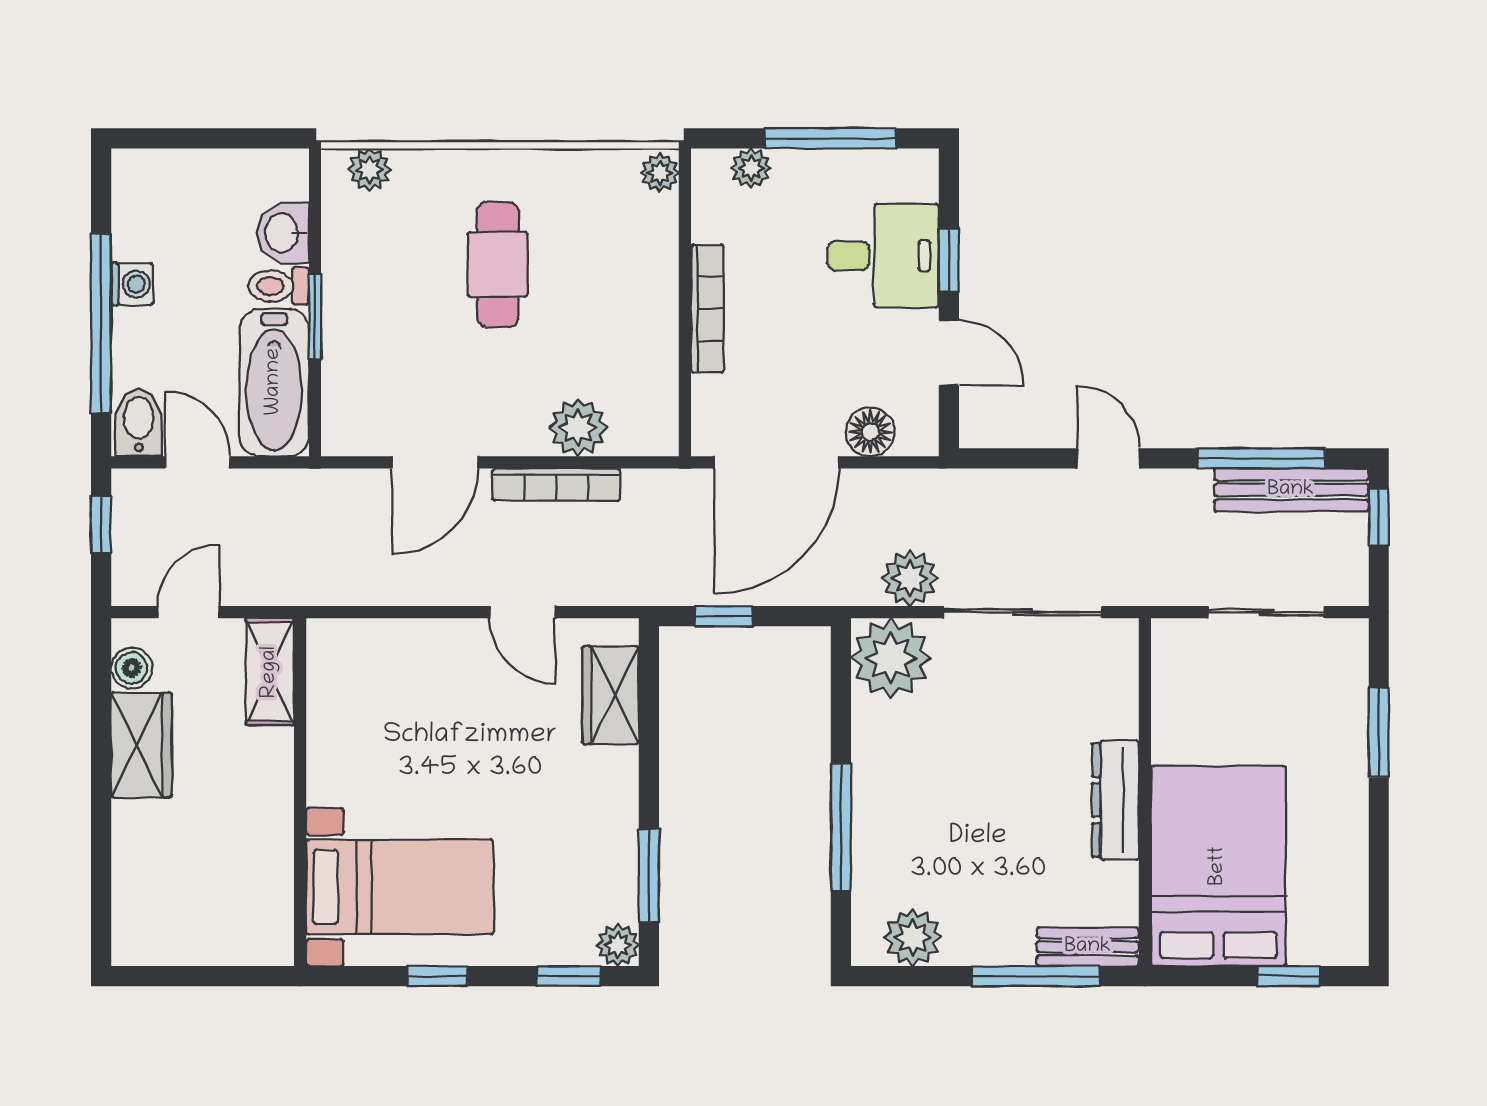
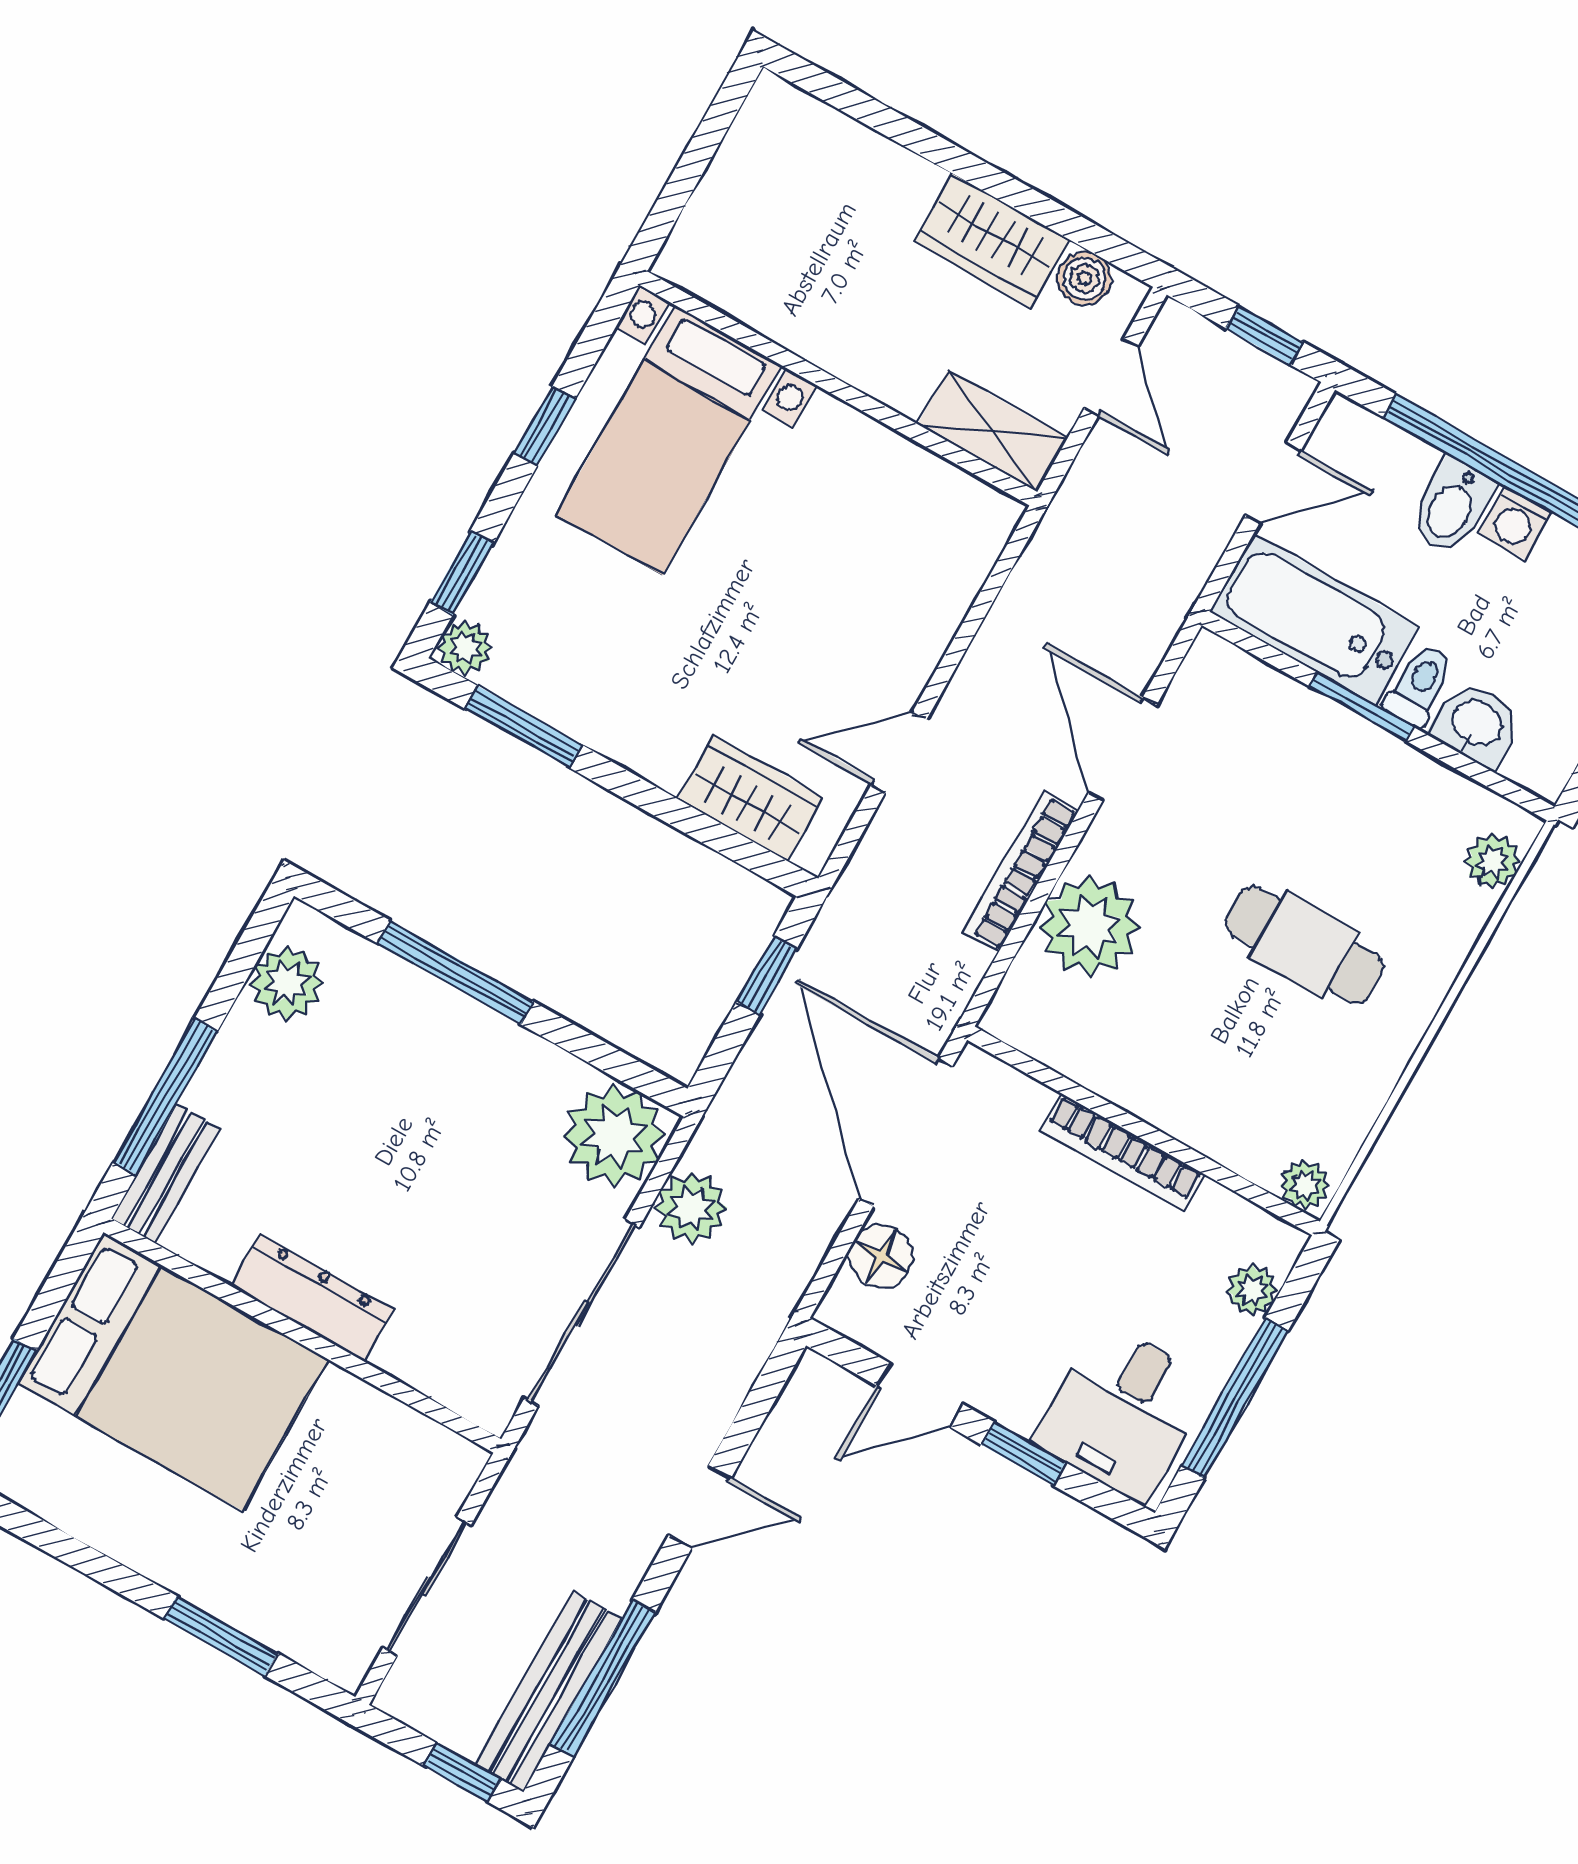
desk: (883, 256) -> (1122, 1412), moved
bidet: (139, 422) -> (1452, 506), moved, turned 90
plant: (578, 427) -> (1089, 926), width x1.36, depth x1.36

